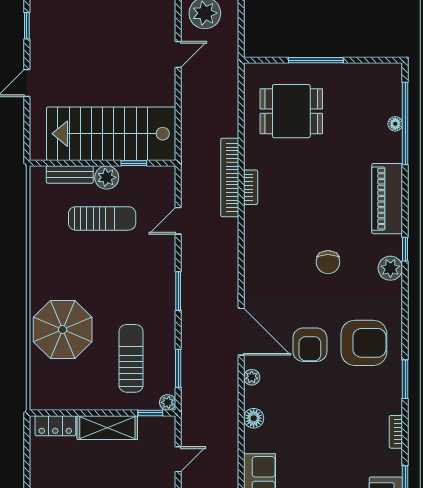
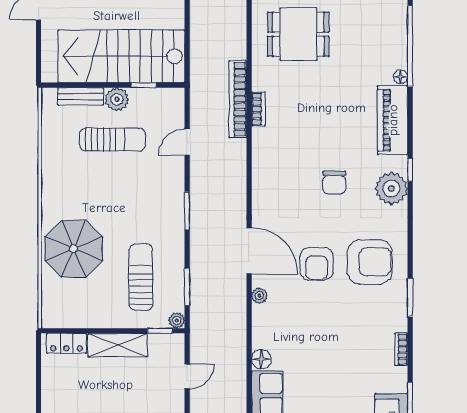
floor lamp: (395, 124) -> (400, 77), moved
plant: (390, 268) -> (391, 189), width x1.36, depth x1.36
floor lamp: (254, 418) -> (261, 359), moved

